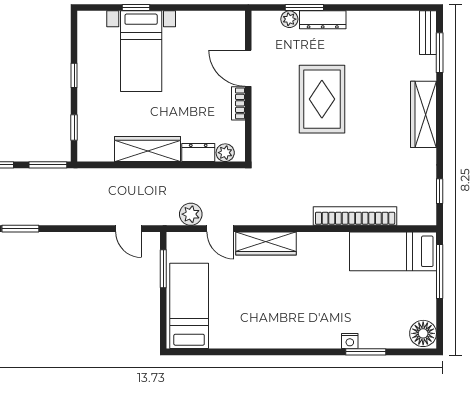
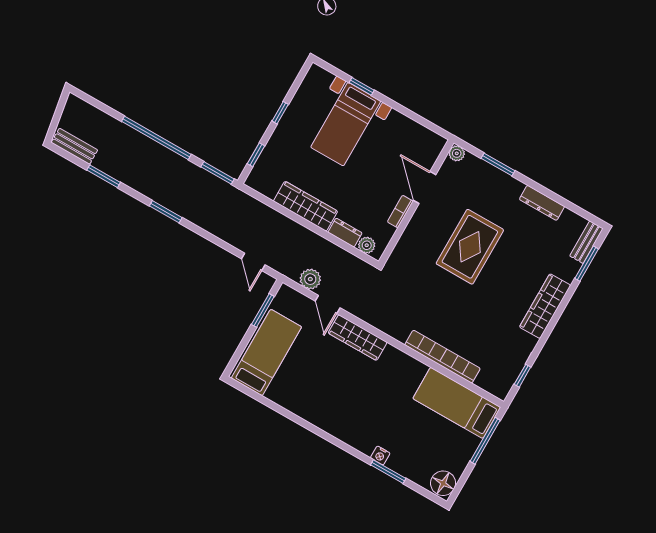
plant: (289, 19) -> (457, 153), moved
dresser: (323, 20) -> (542, 203), moved

